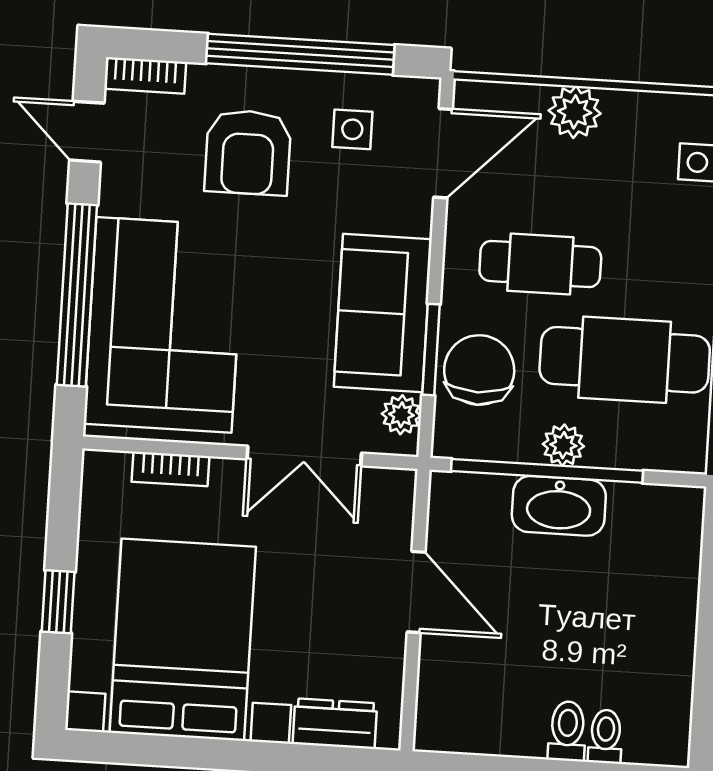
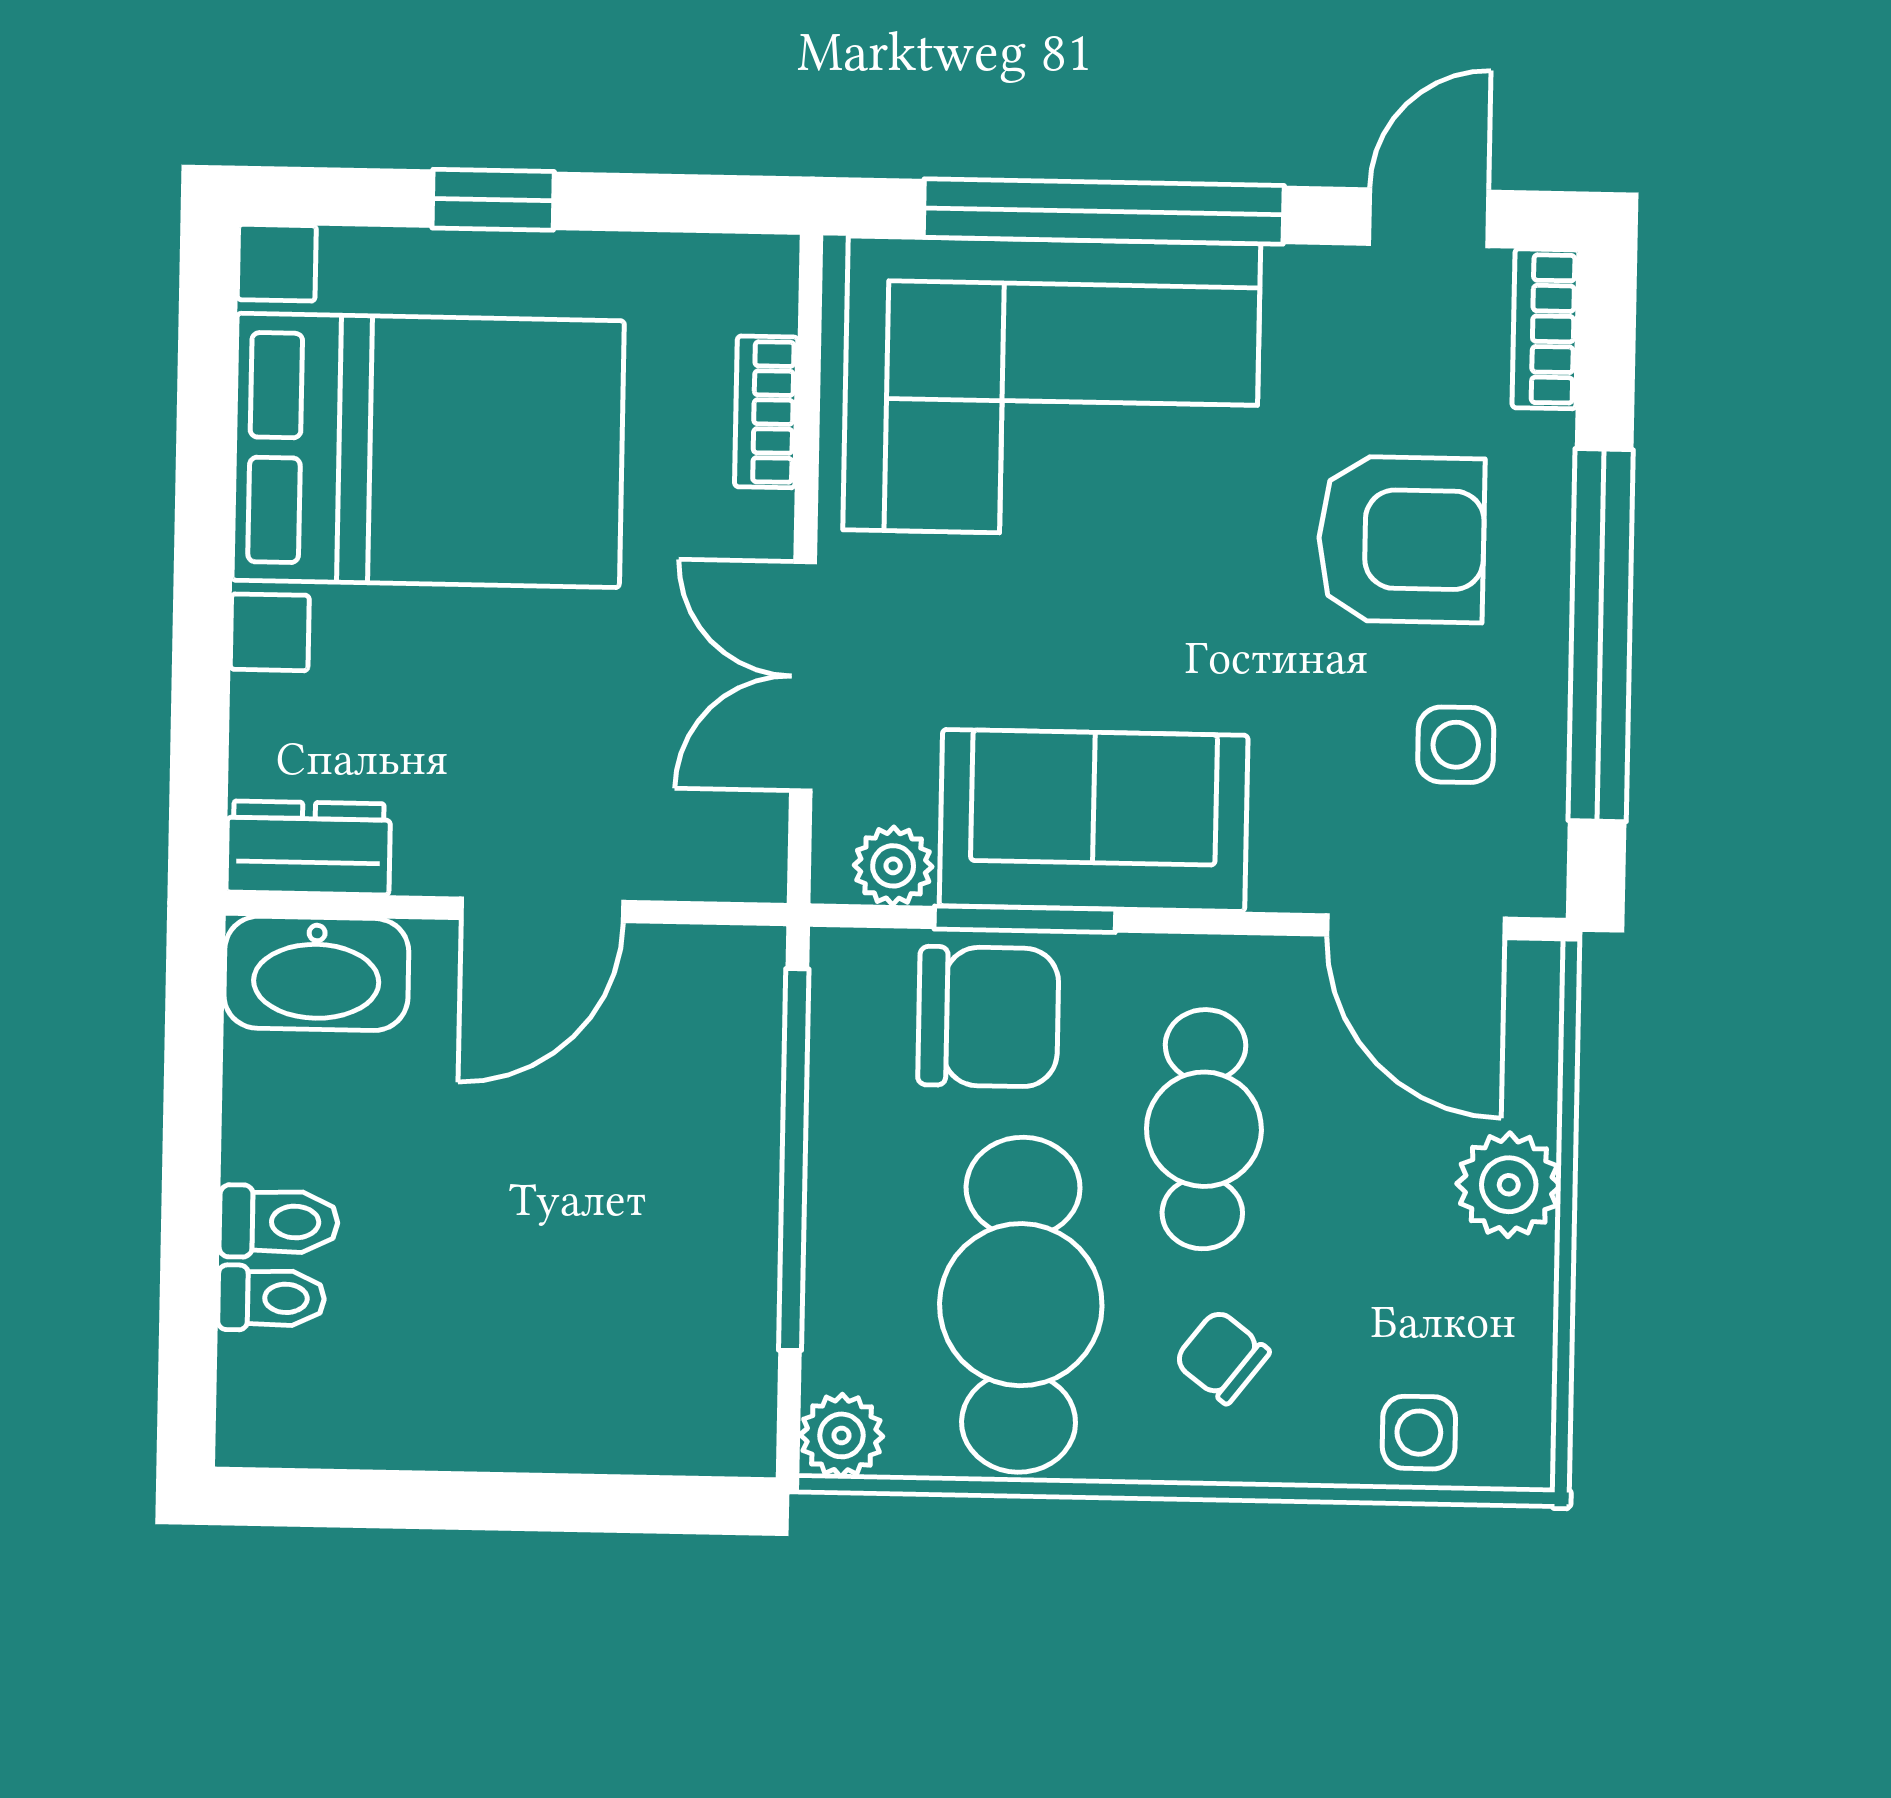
armchair: (248, 152) -> (1401, 539), turned 180
chair: (655, 260) -> (1222, 1357), added
plant: (563, 445) -> (841, 1435), moved
washbasin: (559, 506) -> (316, 973), moved, turned -90
dresser: (335, 724) -> (308, 848), moved, turned -90

